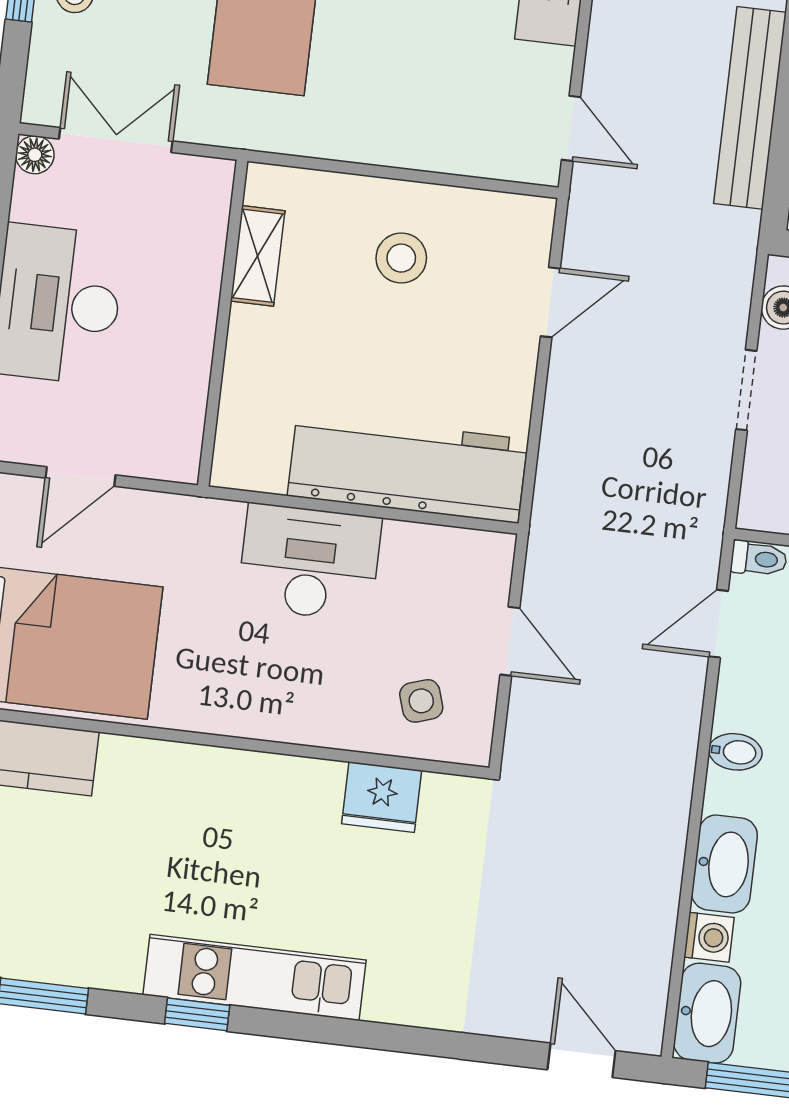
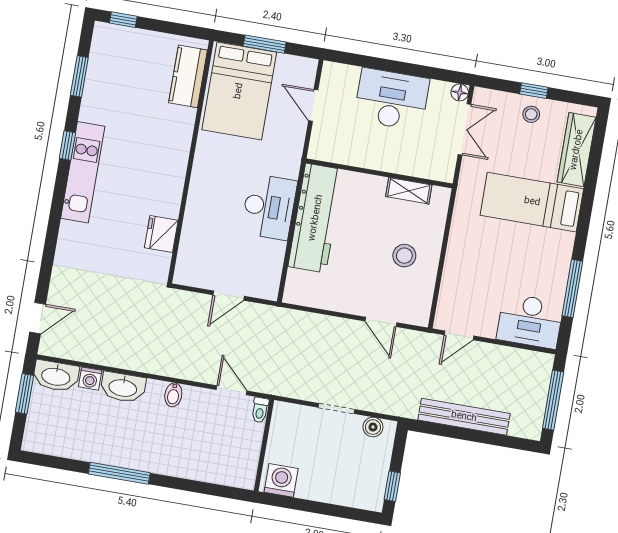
workbench: (408, 468) -> (316, 218), moved
side table: (421, 701) -> (204, 254), removed

